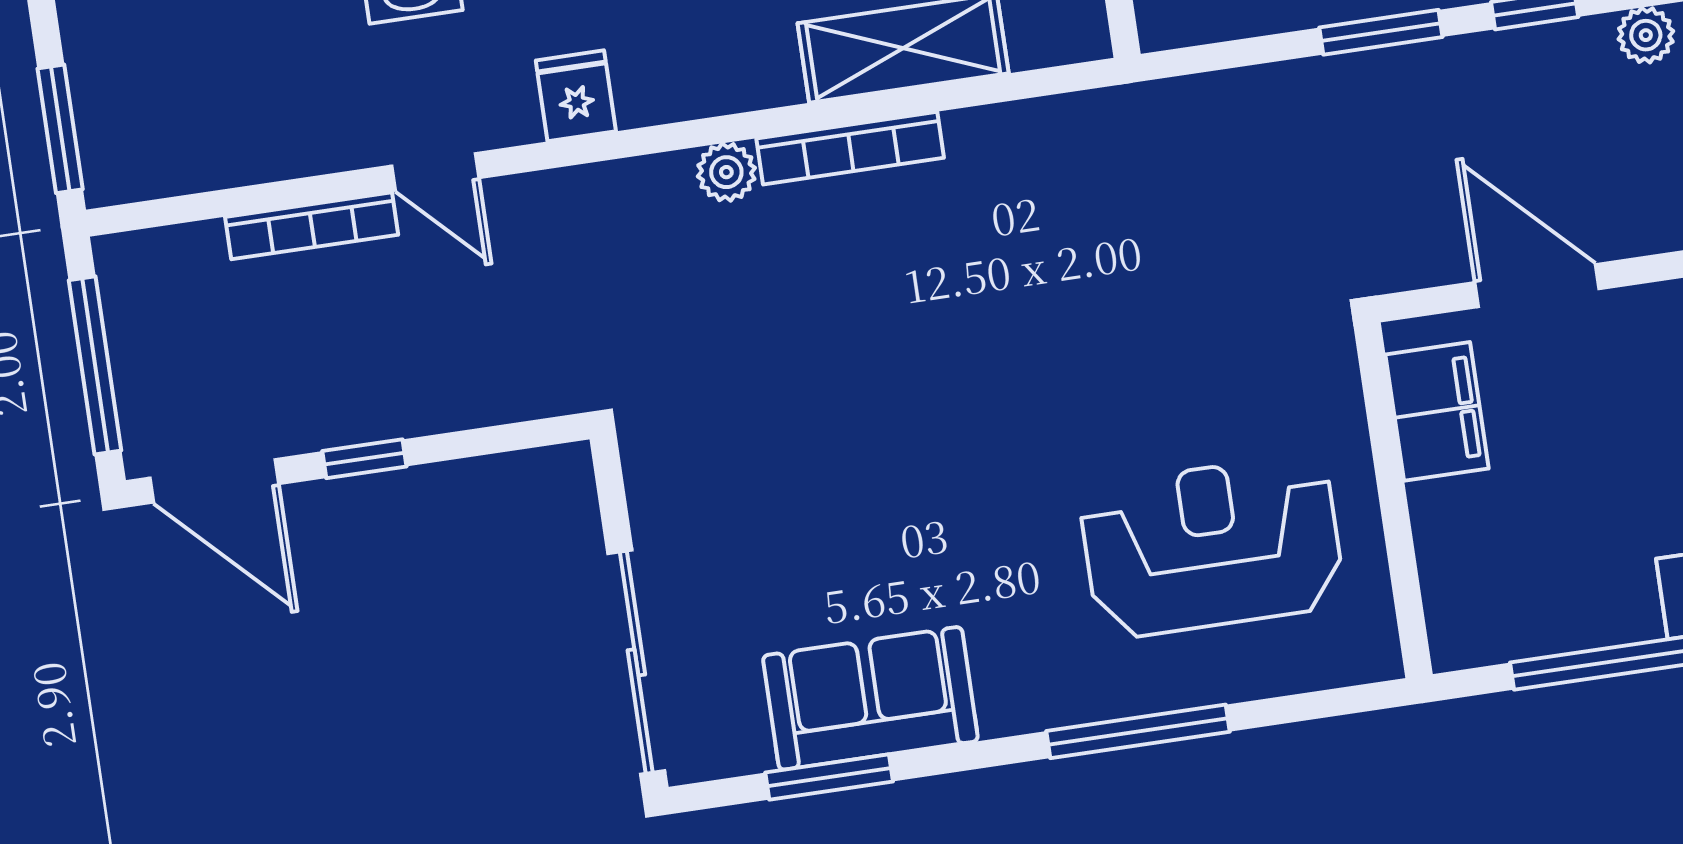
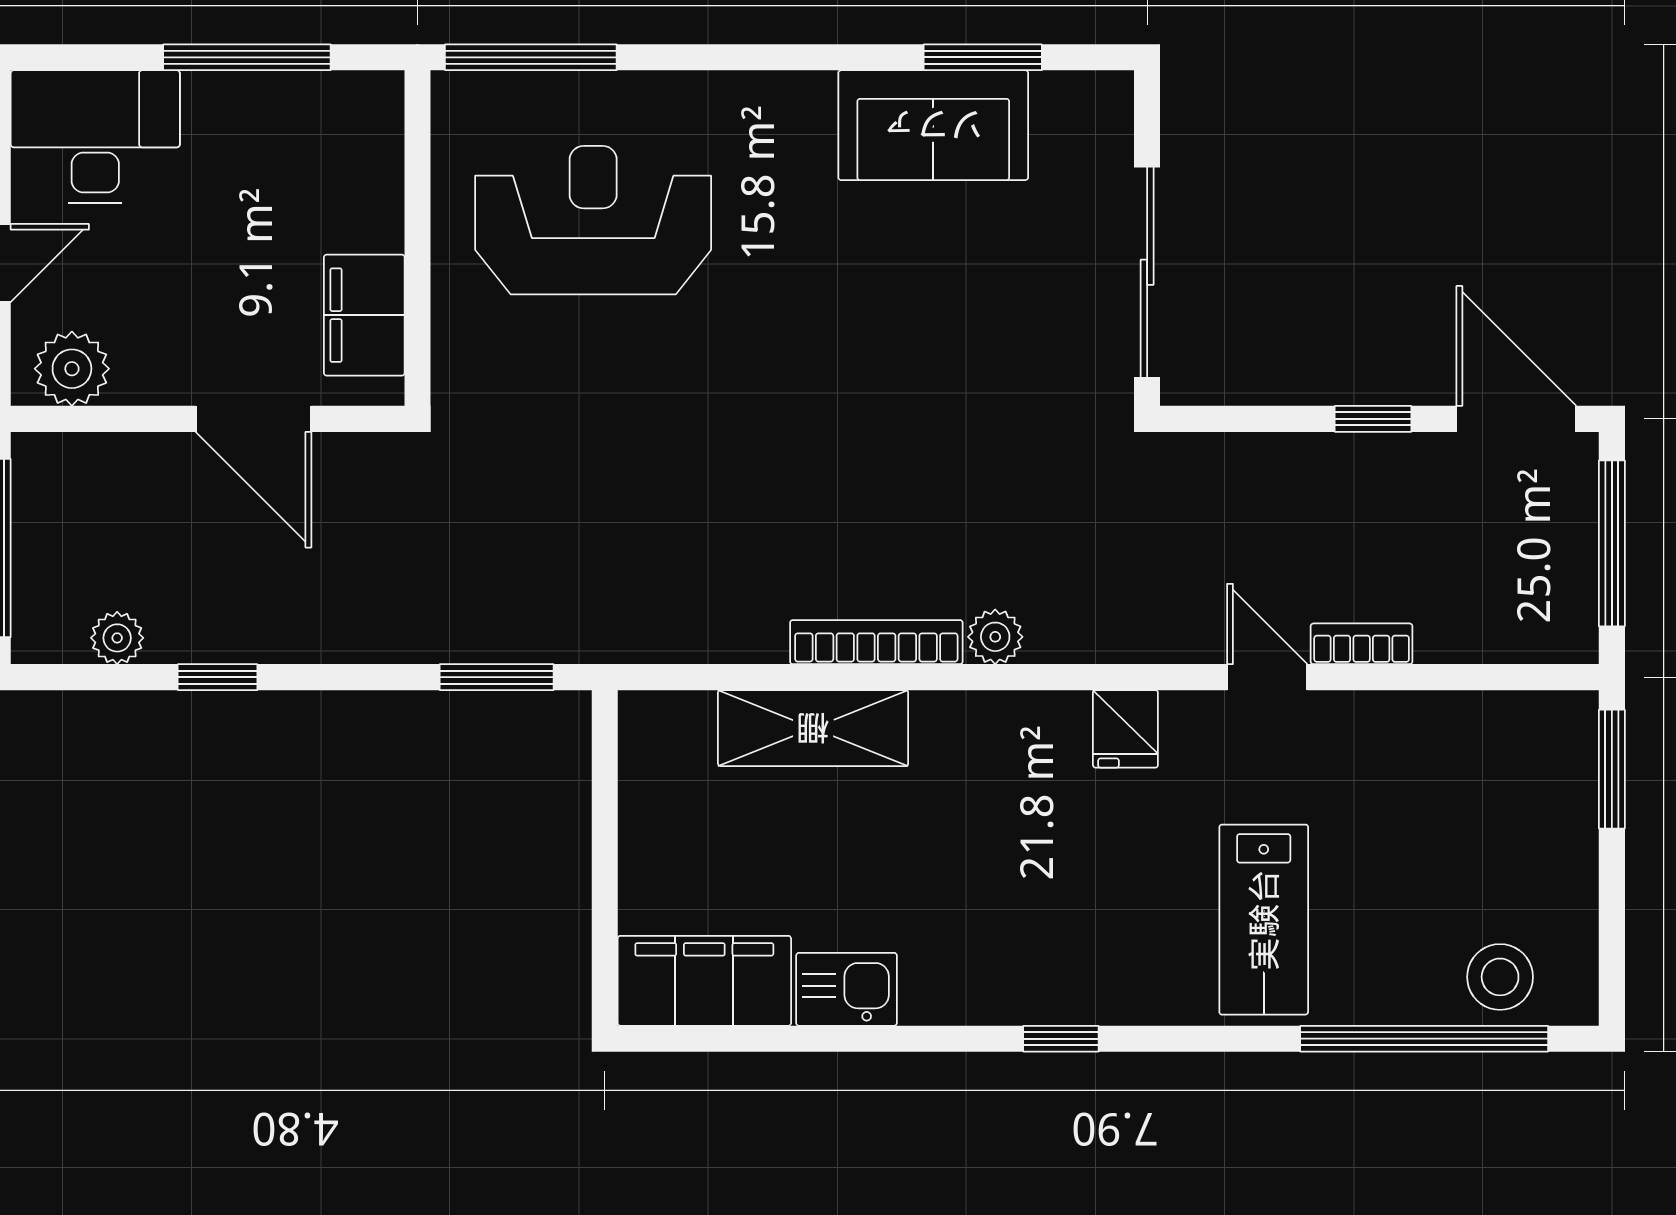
window: (1381, 32) -> (497, 677), moved
bookcase: (312, 226) -> (1362, 644), width x0.64
reception desk: (1212, 546) -> (593, 220), turned 180
sliding door: (636, 662) -> (1147, 272), moved
window: (1138, 731) -> (531, 57), moved

